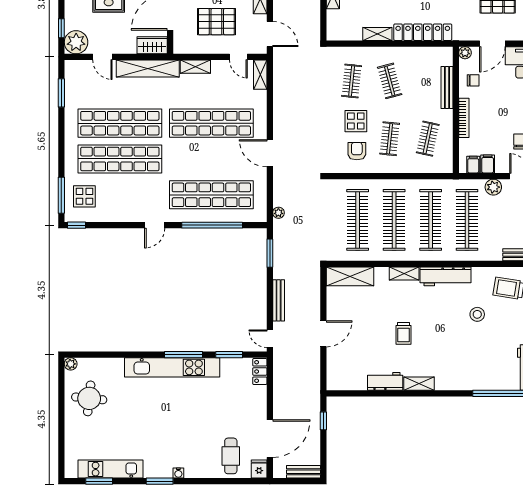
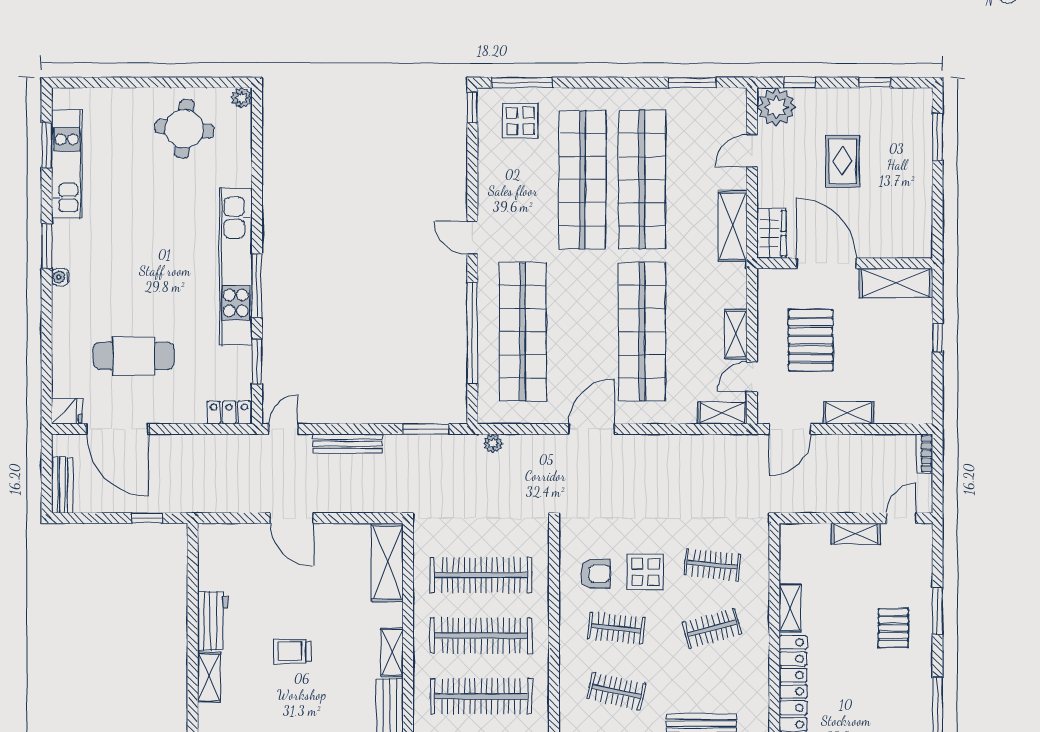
shelving: (195, 67) -> (736, 334), moved
shelving: (148, 69) -> (733, 226), width x0.68
cafe table: (231, 456) -> (134, 356), moved, width x1.37, depth x1.35

